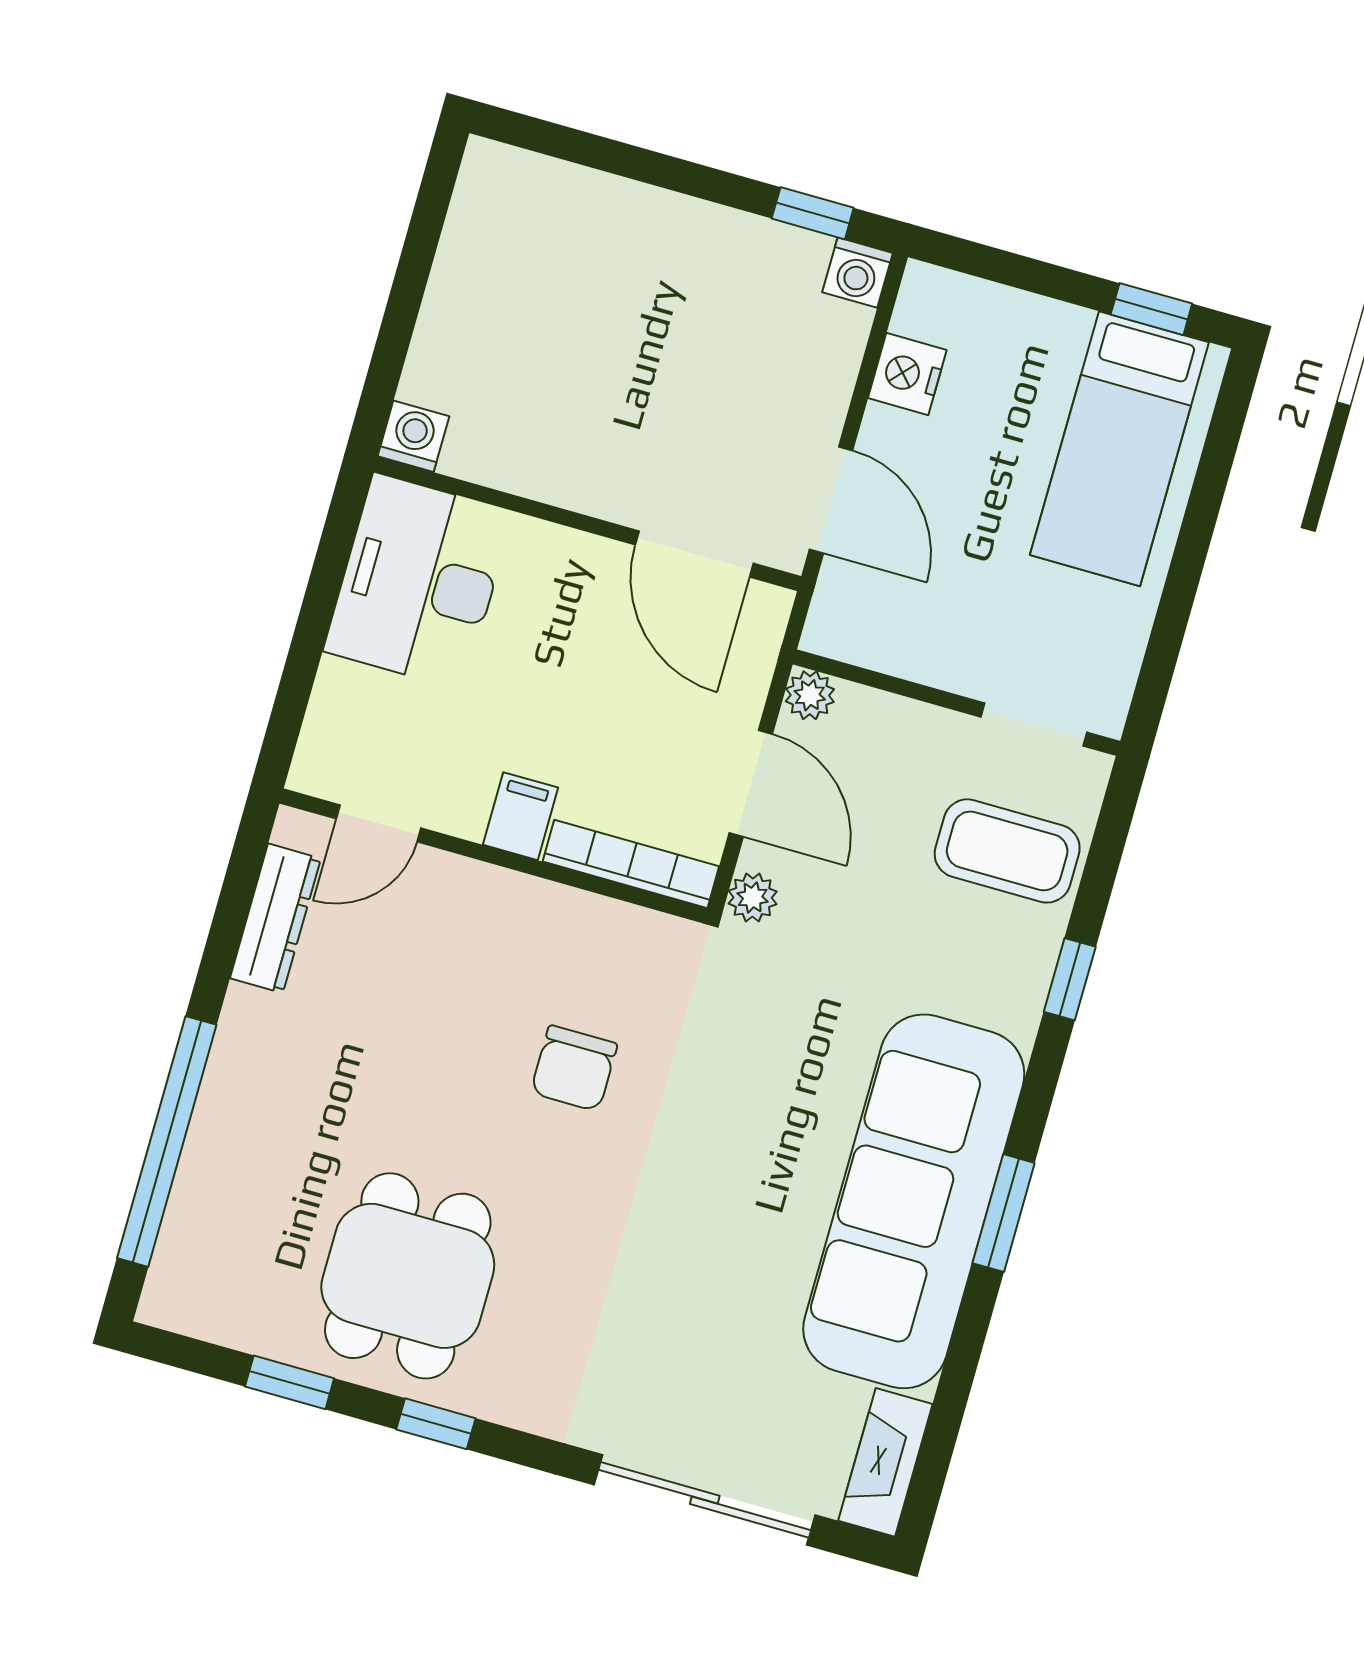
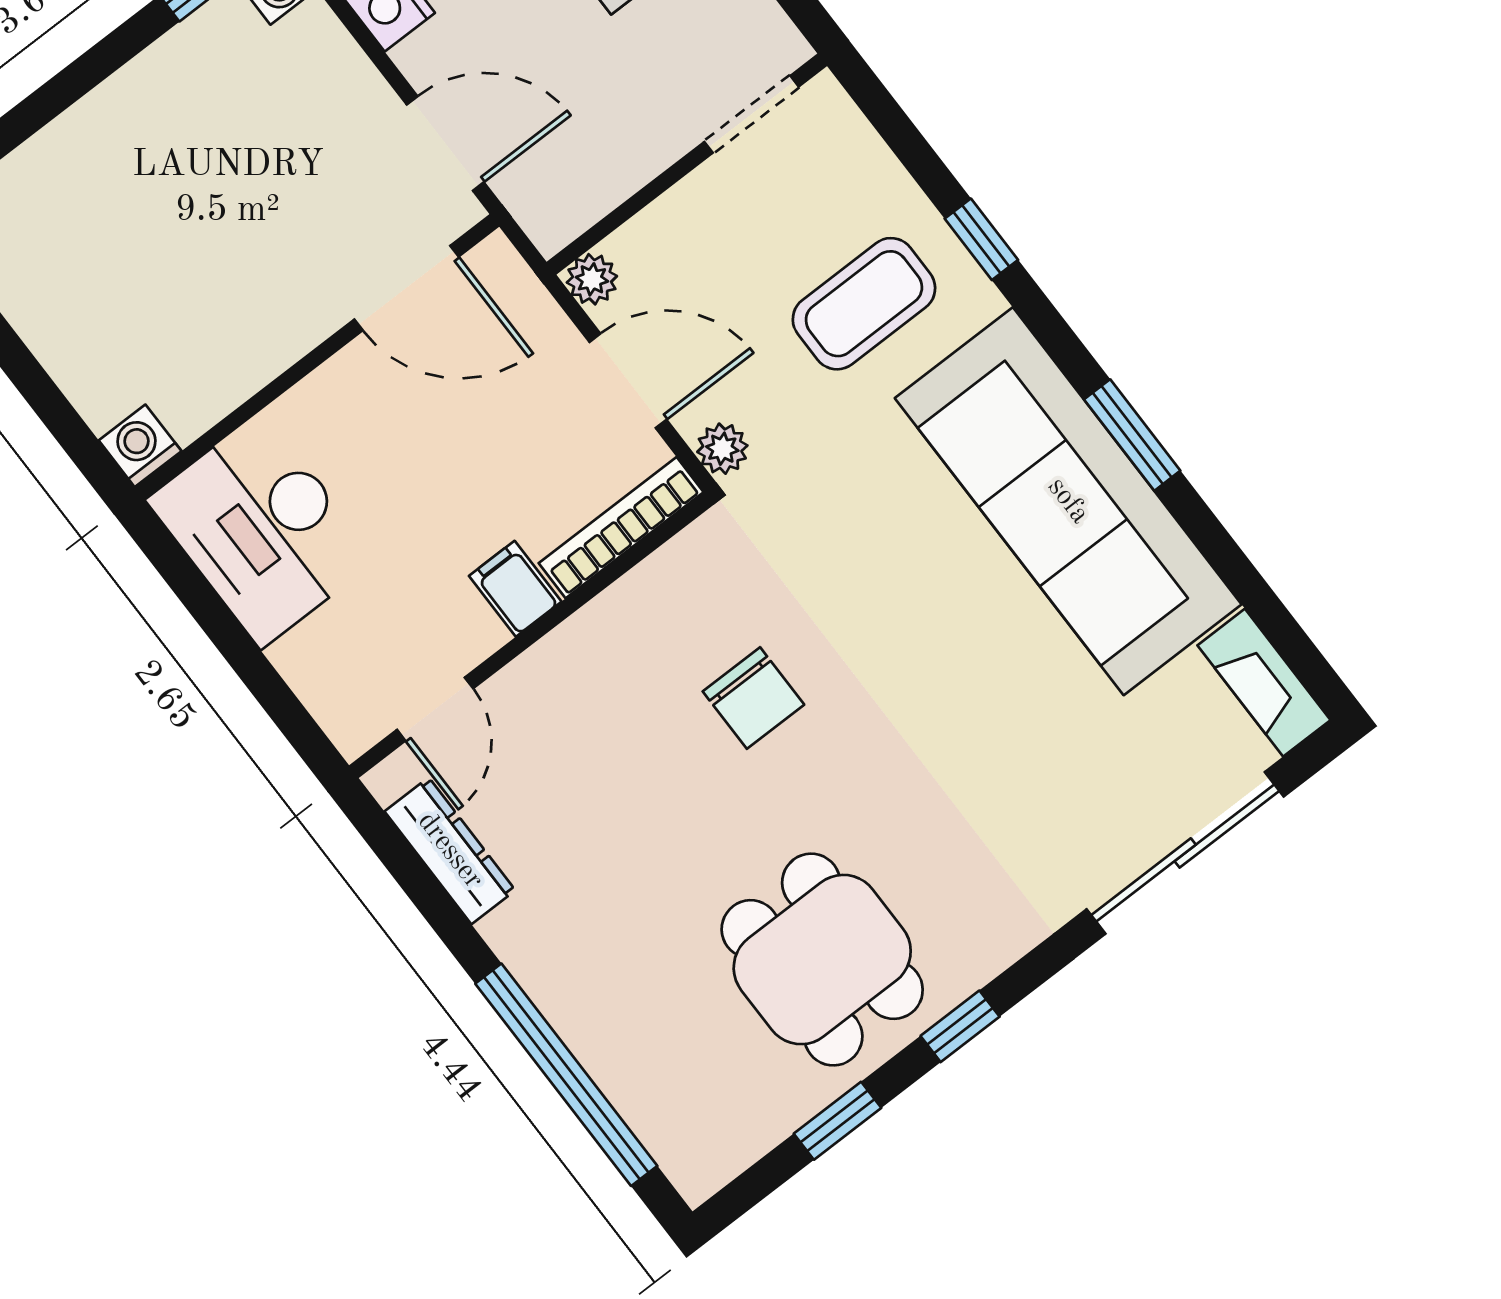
coffee table: (1007, 851) -> (864, 304), moved

